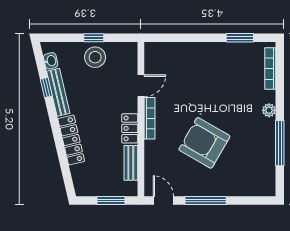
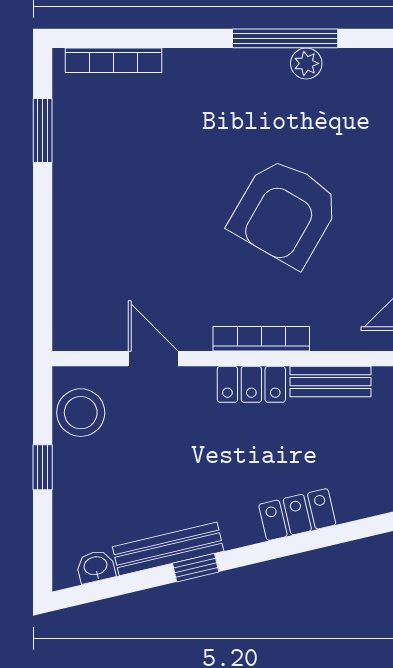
stool: (95, 57) -> (81, 413), moved
window: (46, 88) -> (196, 568), moved
plant: (269, 110) -> (306, 63), moved
bookcase: (149, 118) -> (261, 339), moved
locker: (71, 140) -> (297, 515), width x0.66

